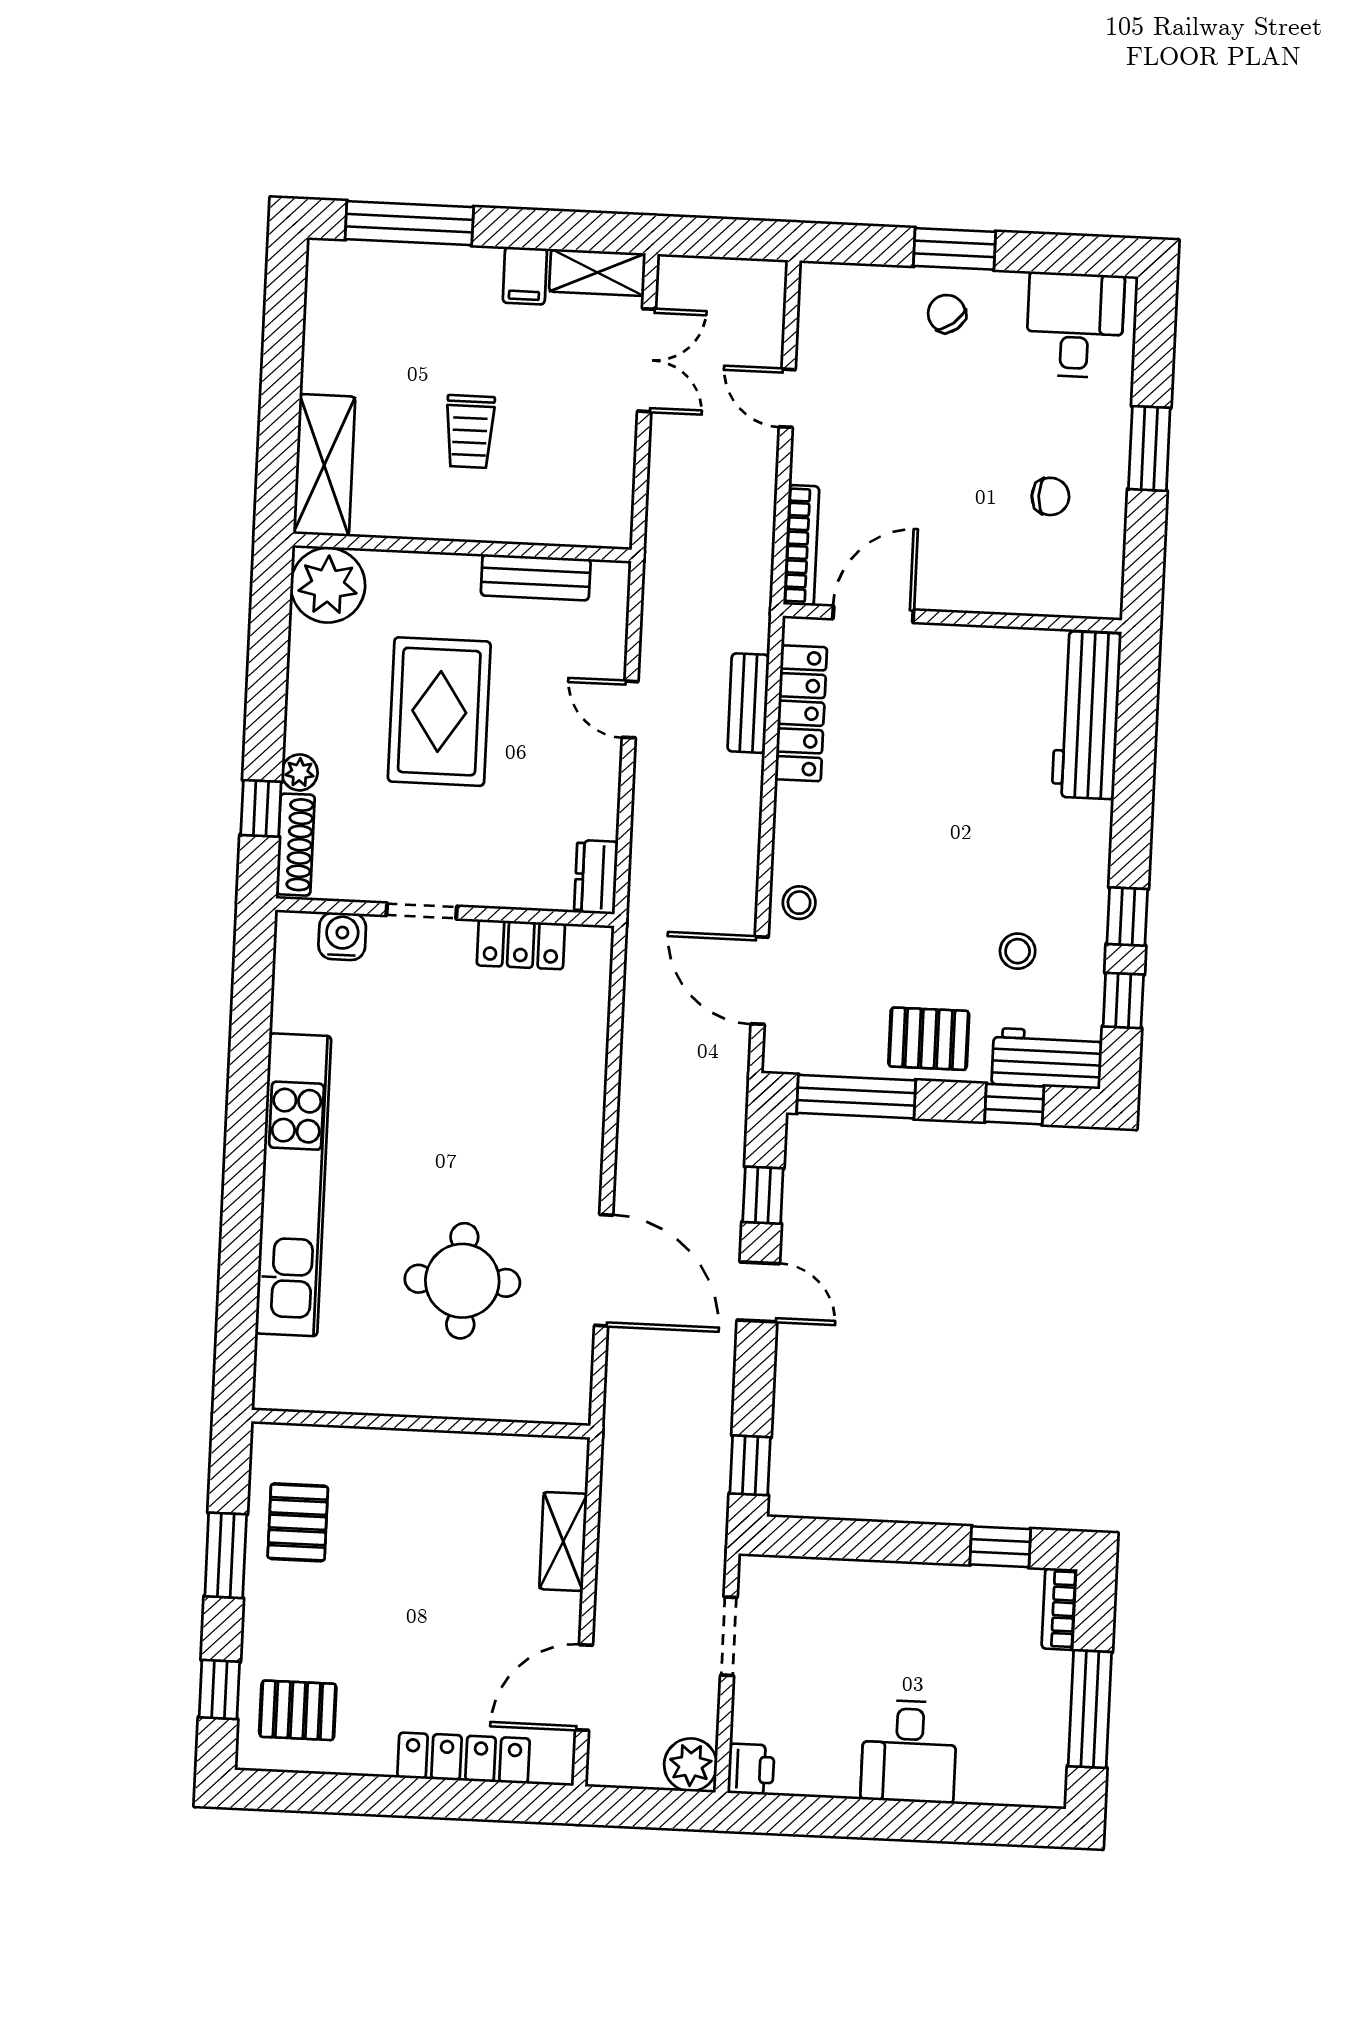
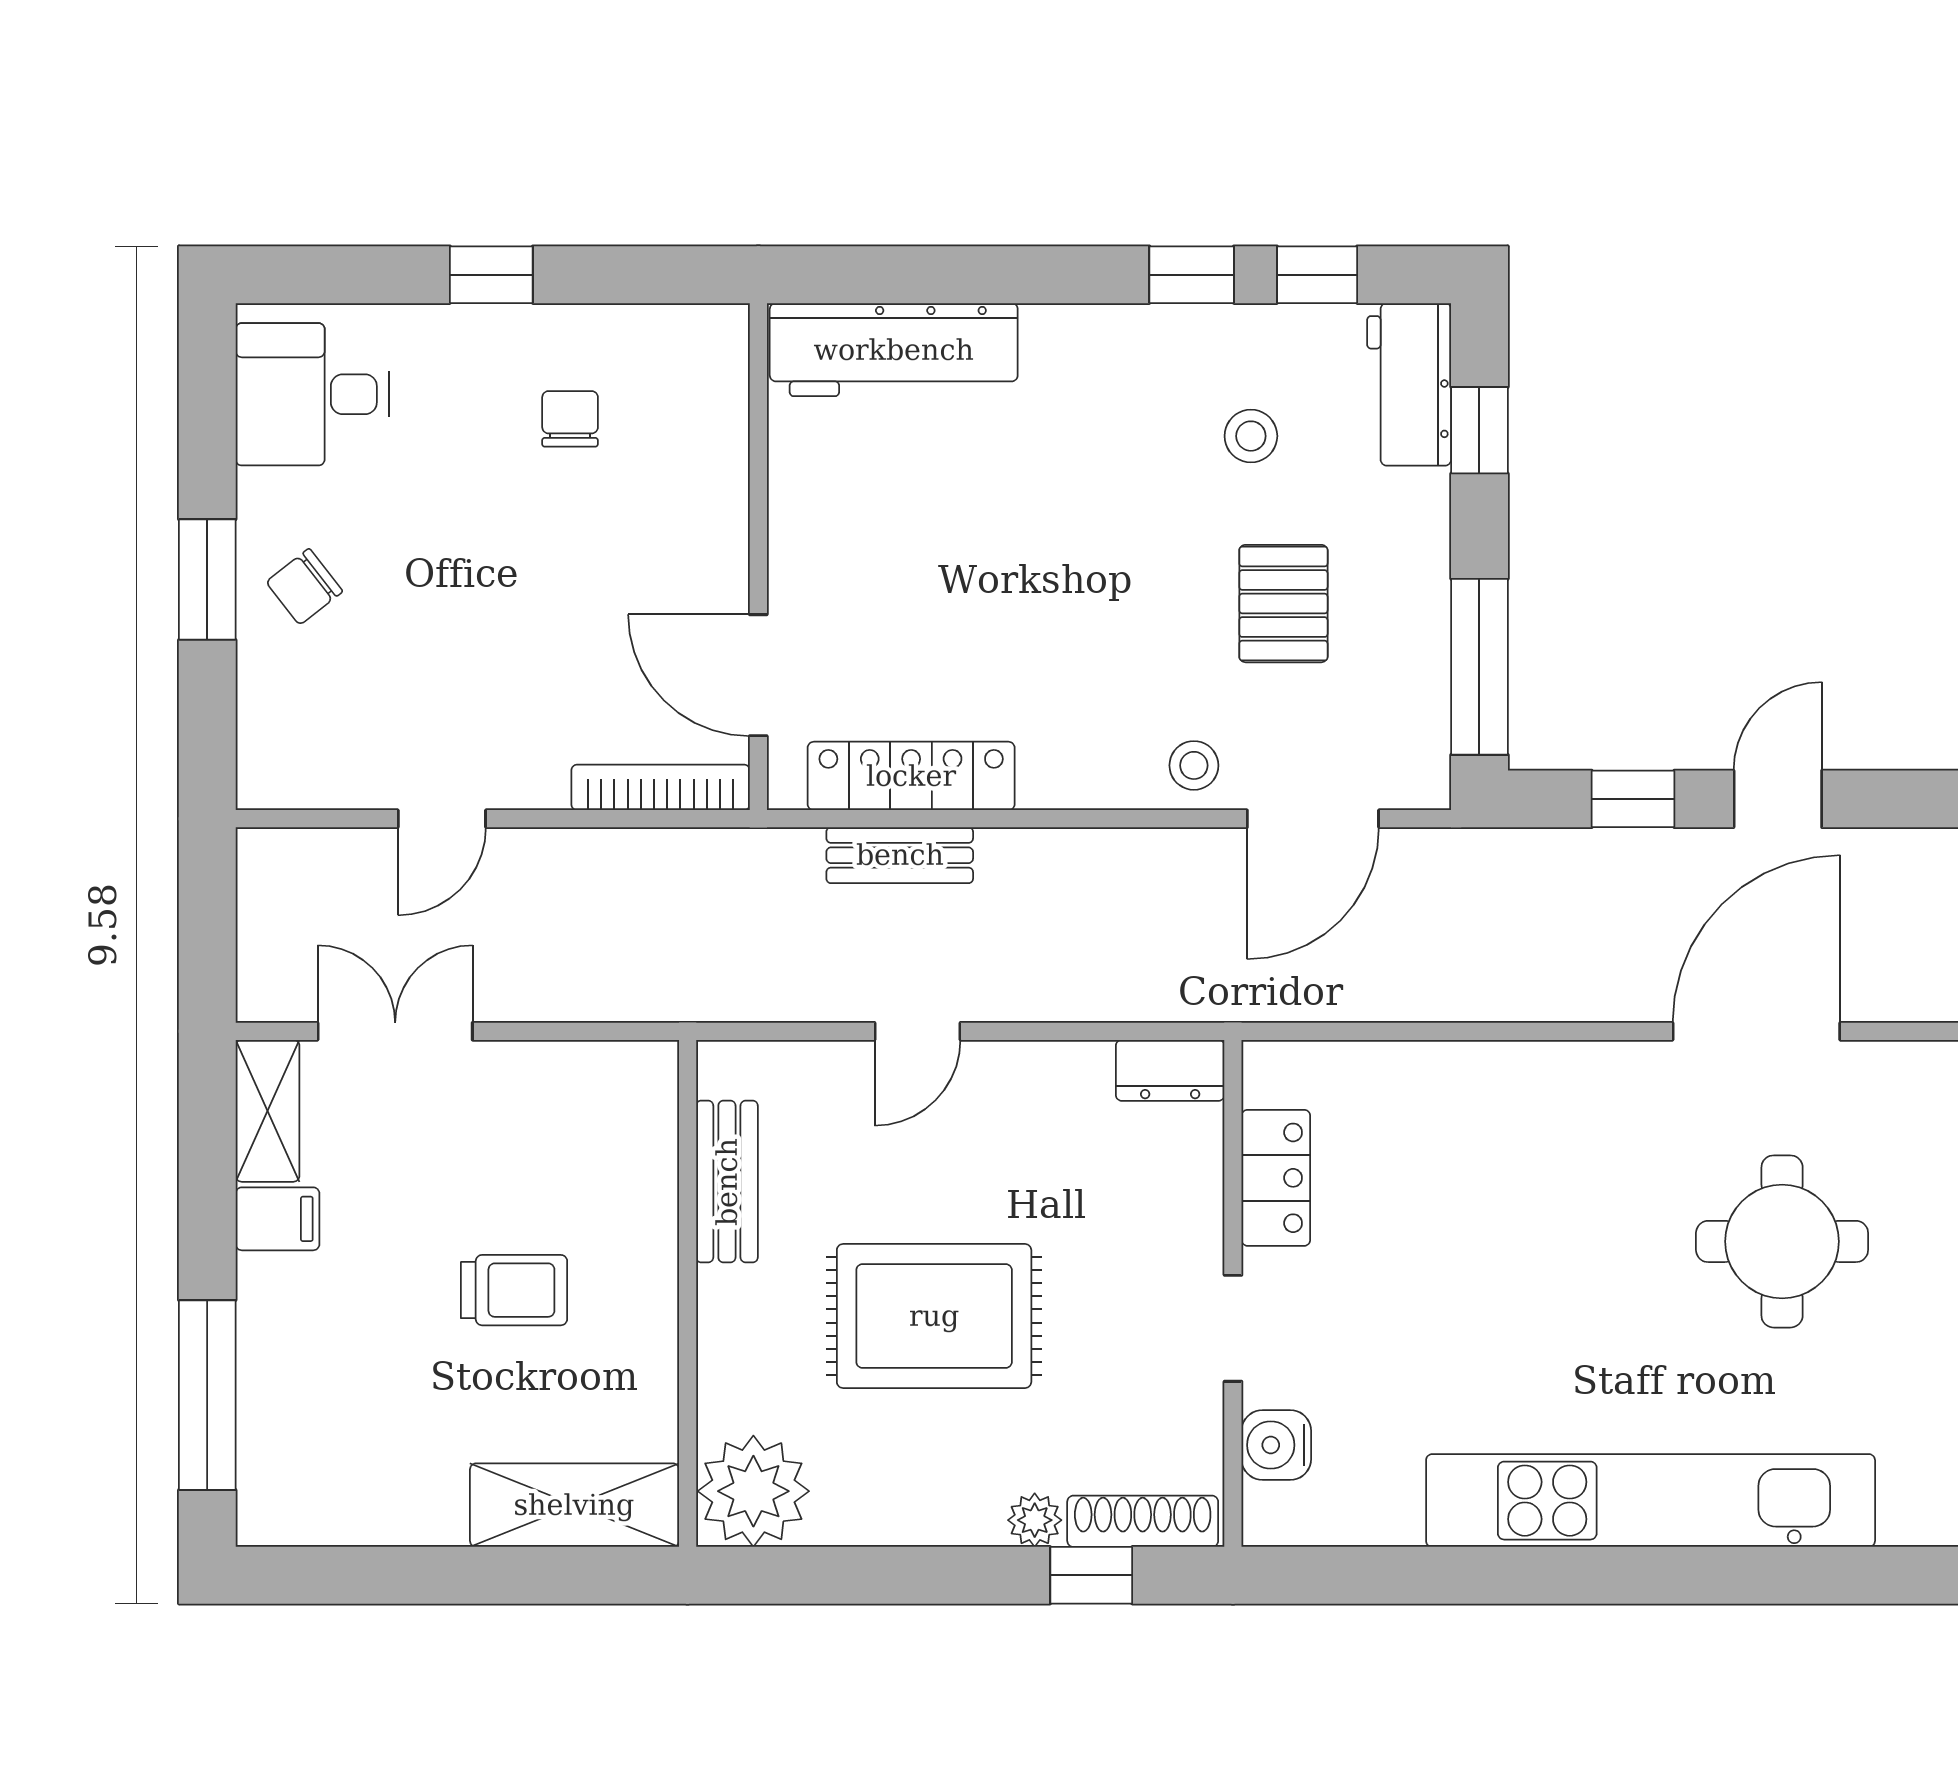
window: (1149, 448) -> (491, 275), width x0.67
pallet: (929, 1039) -> (1283, 604), moved

